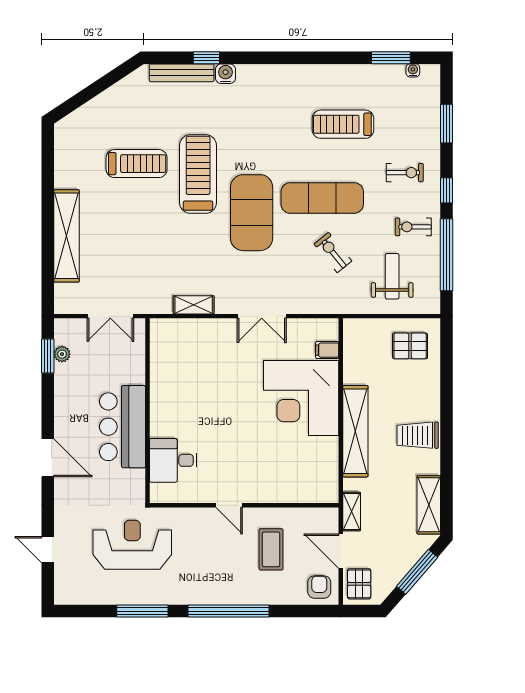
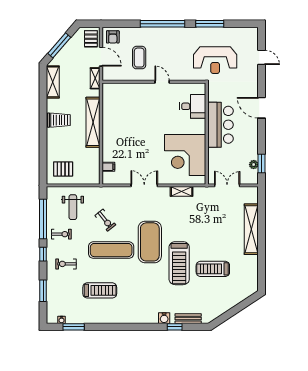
bench: (182, 73) -> (188, 319), width x0.73
corner desk: (301, 398) -> (185, 155), moved, turned 180

